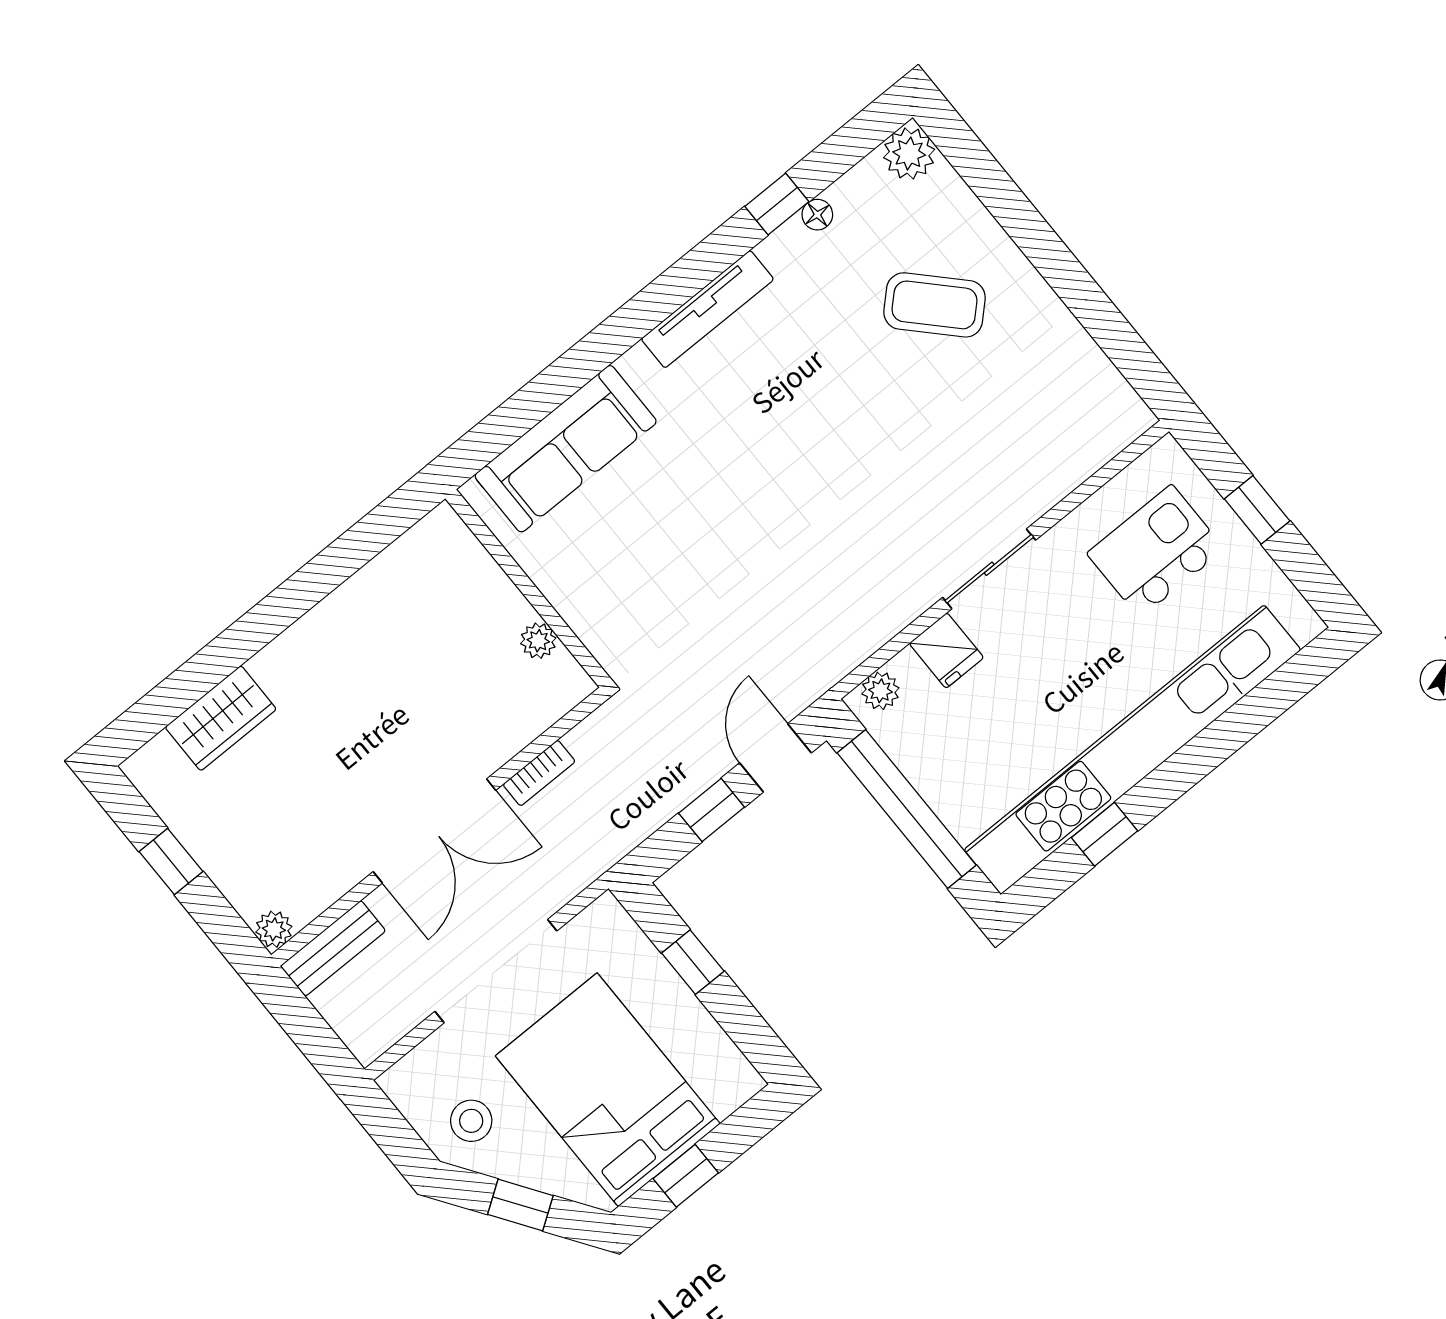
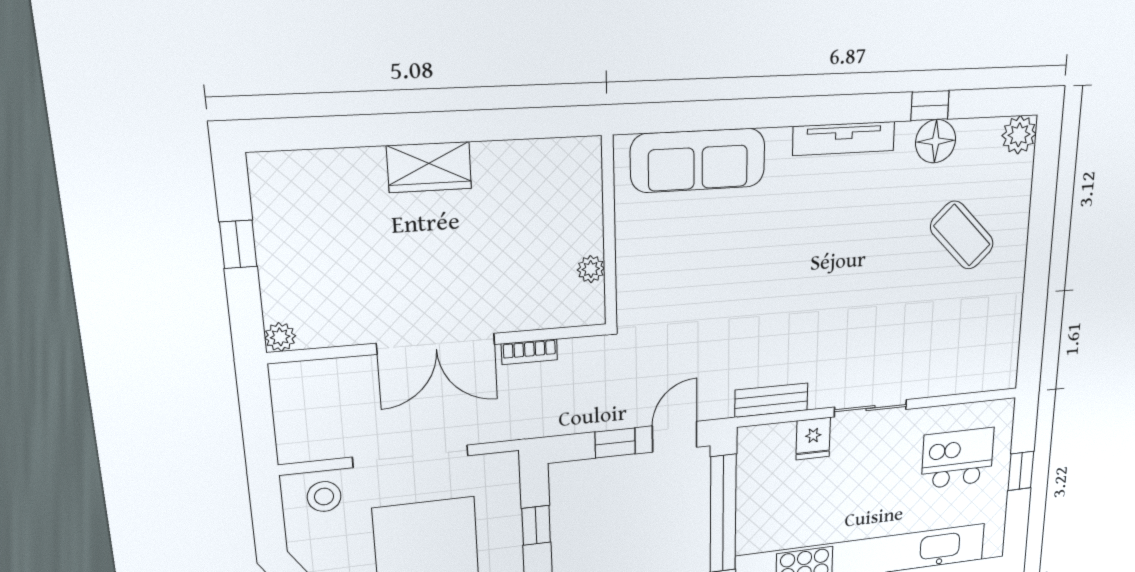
floor lamp: (817, 215) -> (936, 141), width x1.89, depth x1.89
plant: (880, 691) -> (761, 437), removed
wardrobe: (221, 718) -> (429, 167), moved
bench: (333, 948) -> (771, 400), moved
stool: (471, 1121) -> (324, 497), moved

